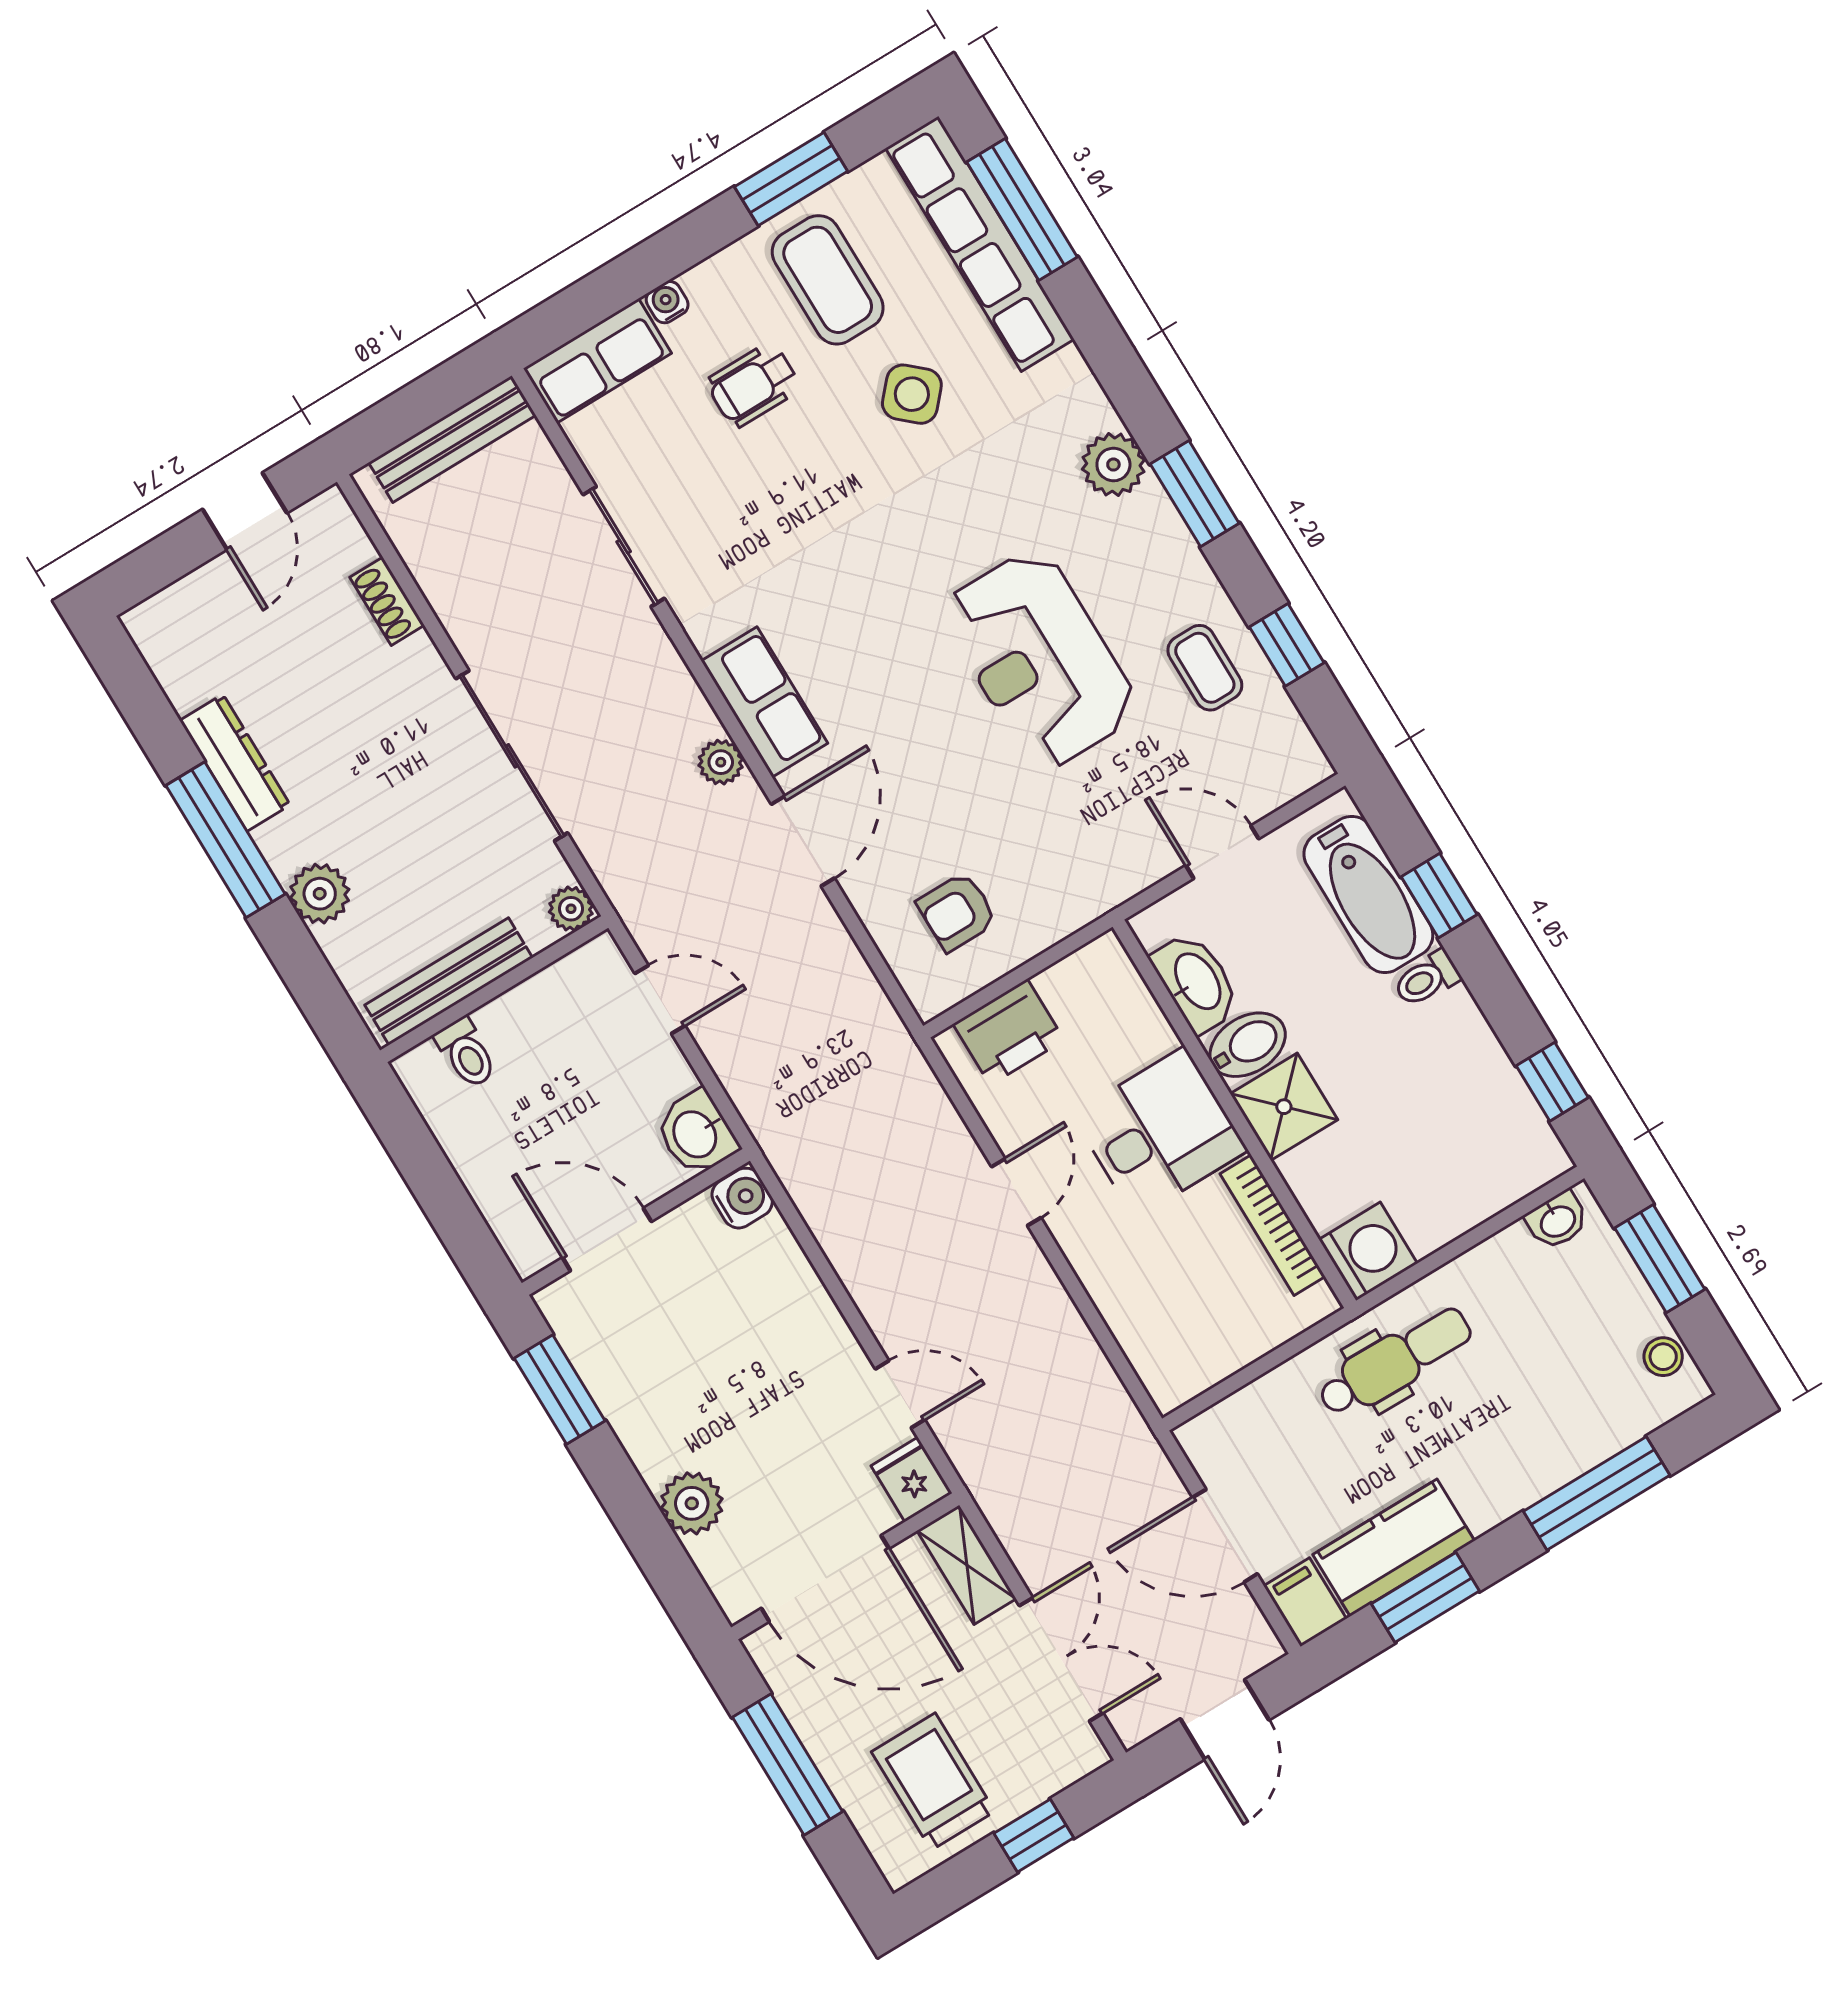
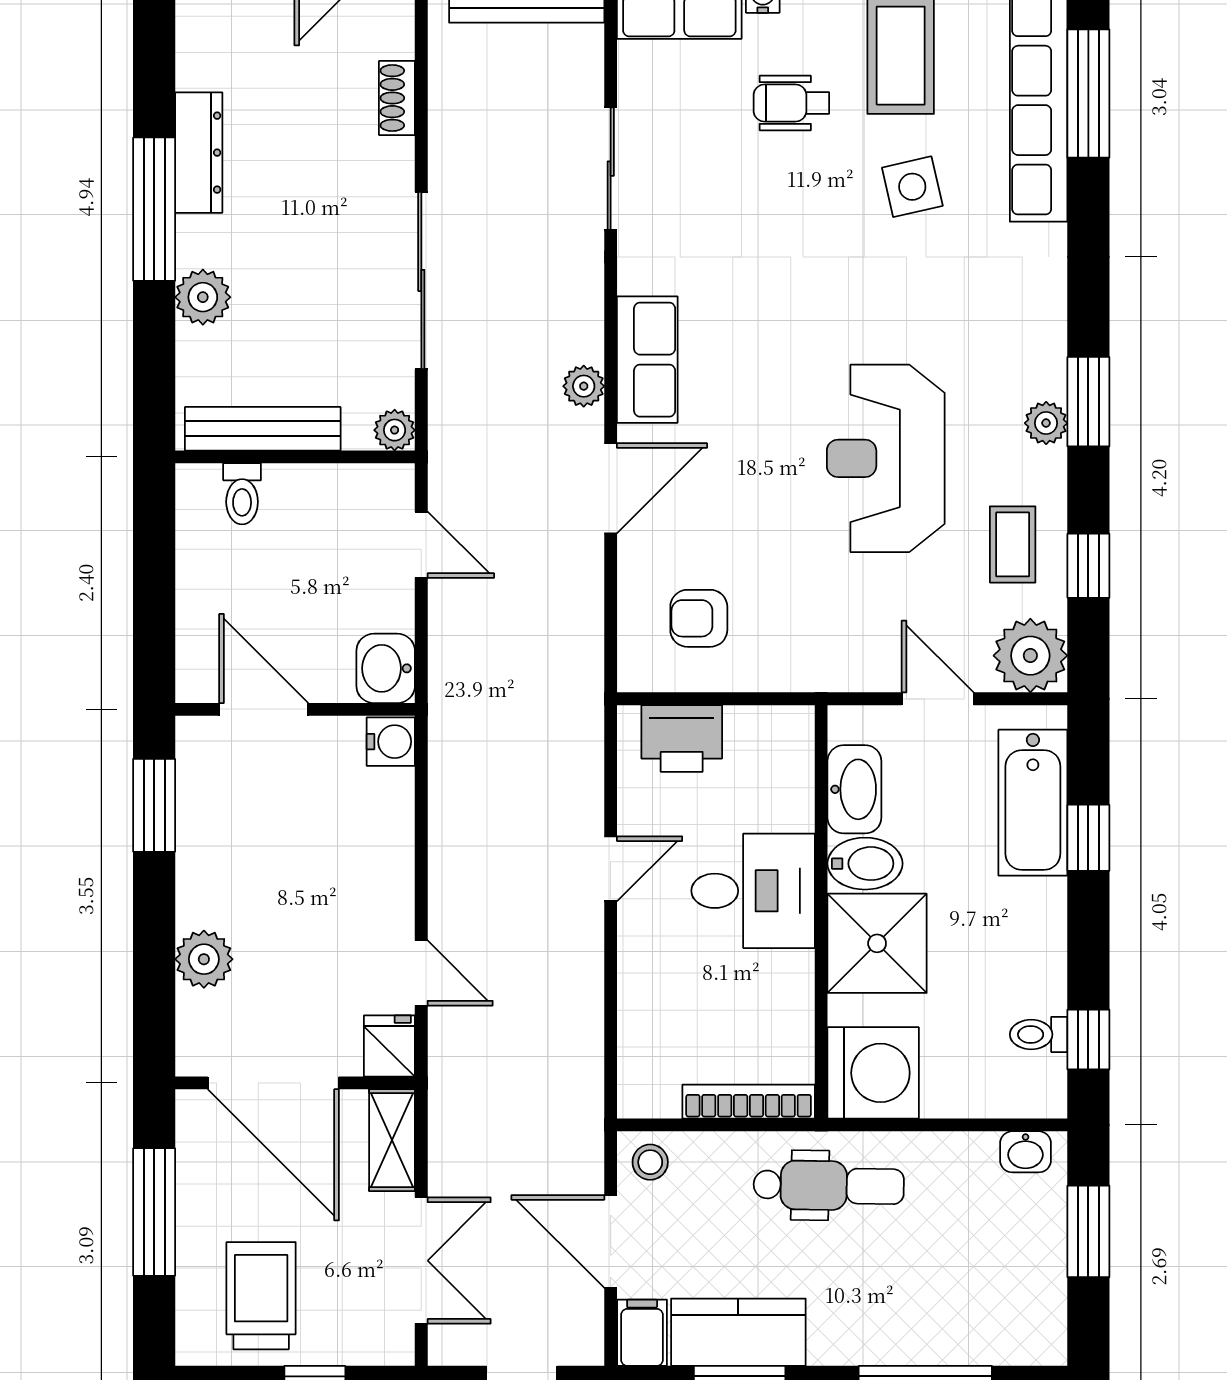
side table: (912, 394) -> (912, 187), turned 35
plant: (1113, 465) -> (1046, 423), moved, width x0.73, depth x0.73
plant: (1284, 760) -> (1030, 656), added
toilet: (1427, 979) -> (1039, 1034), moved
shower: (1284, 1107) -> (877, 943), width x1.36, depth x1.36
bookcase: (1273, 1225) -> (749, 1102), moved, turned 90
washing machine: (1368, 1251) -> (873, 1073), width x1.37, depth x1.37
stool: (1663, 1357) -> (650, 1162), moved

